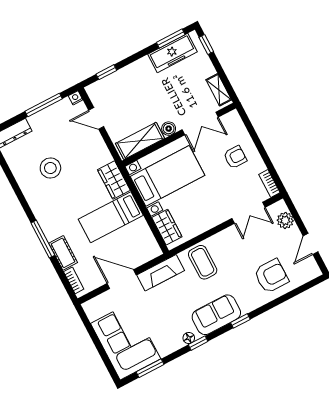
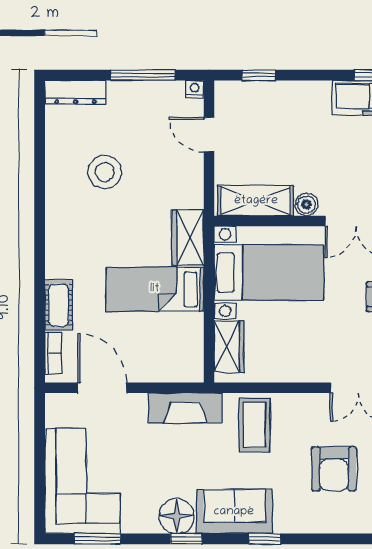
window: (43, 239) -> (40, 270), removed
armchair: (271, 276) -> (334, 469), moved, turned 90
door: (122, 279) -> (102, 388), moved
floor lamp: (189, 338) -> (177, 516), width x1.89, depth x1.89

